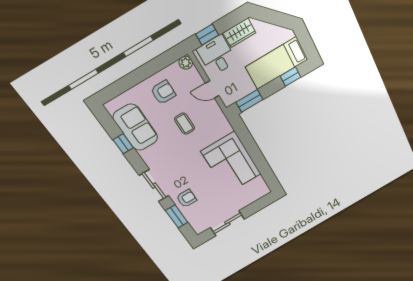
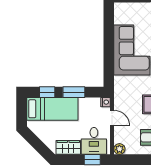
nightstand: (228, 101) -> (105, 102), added
window: (249, 101) -> (74, 92), moved

